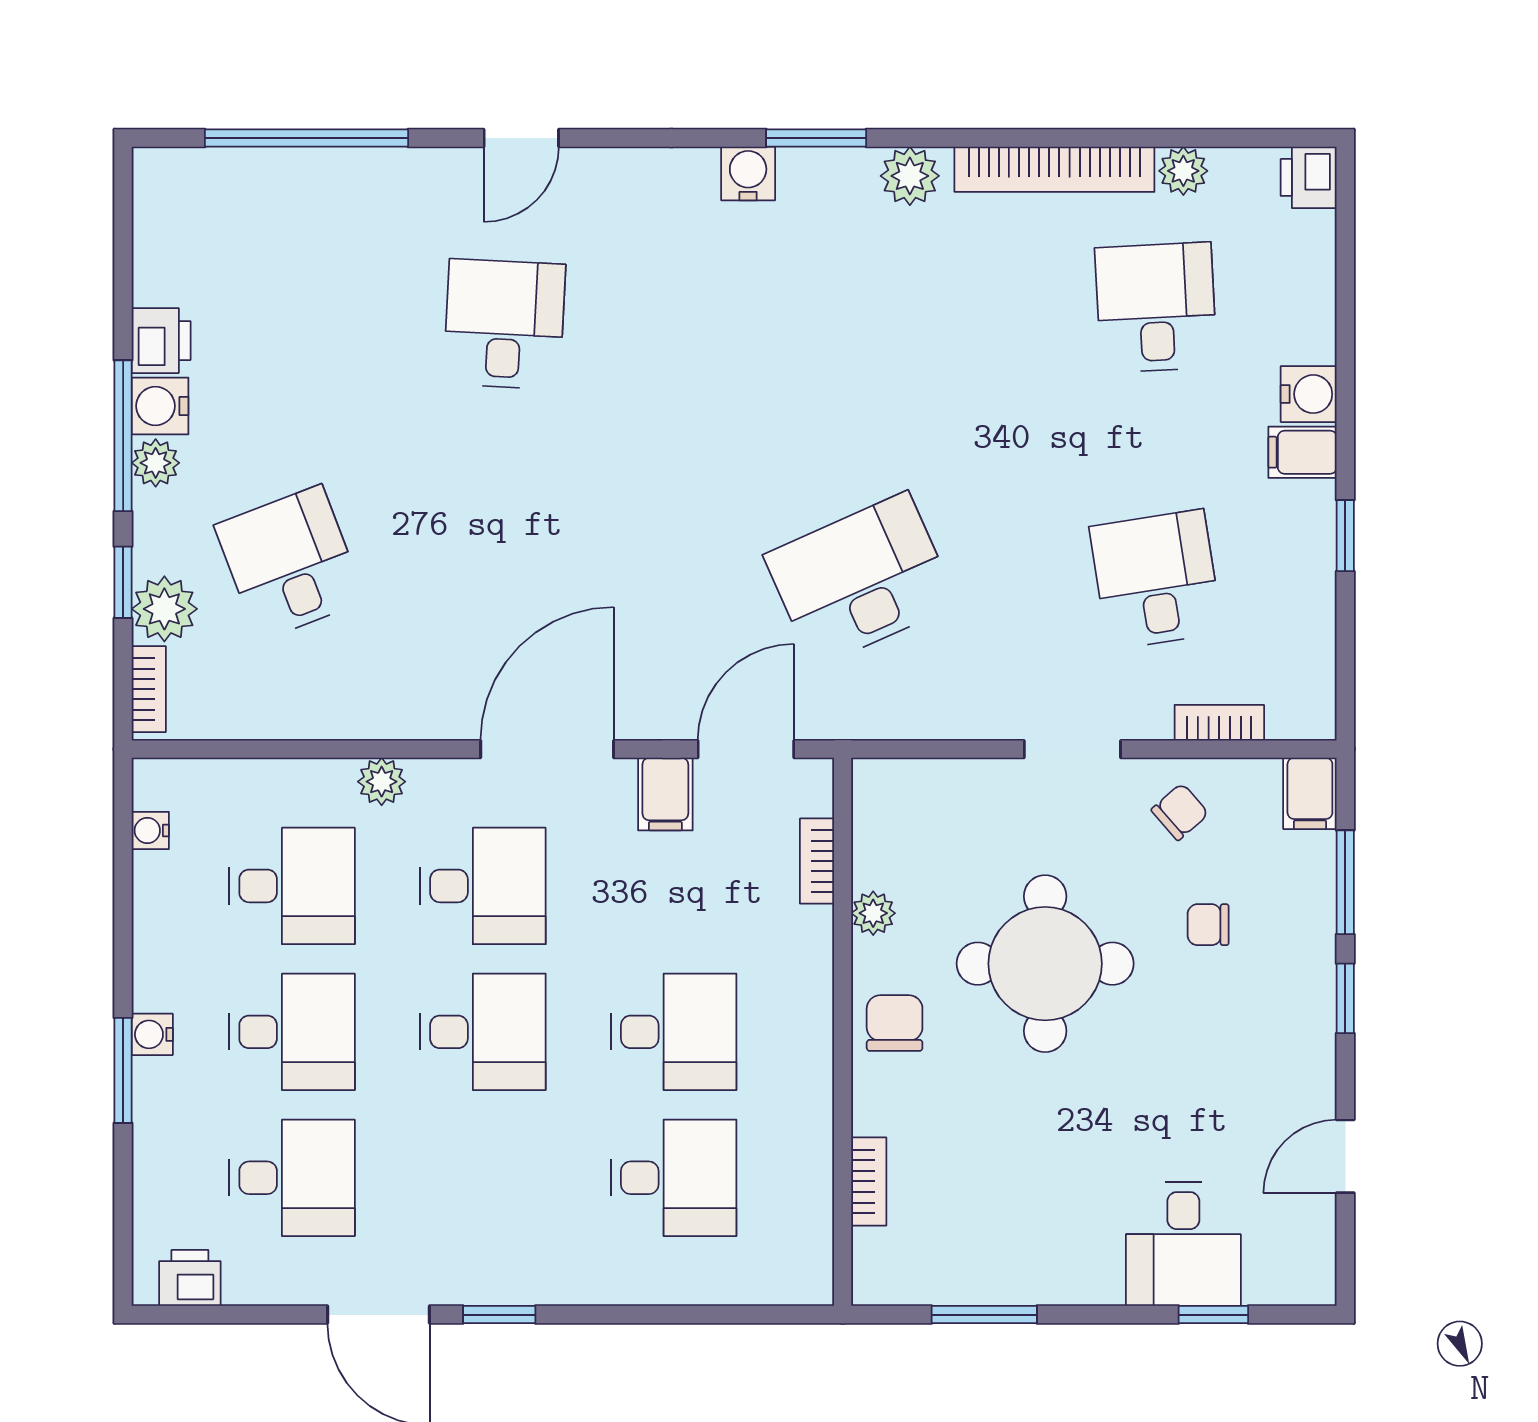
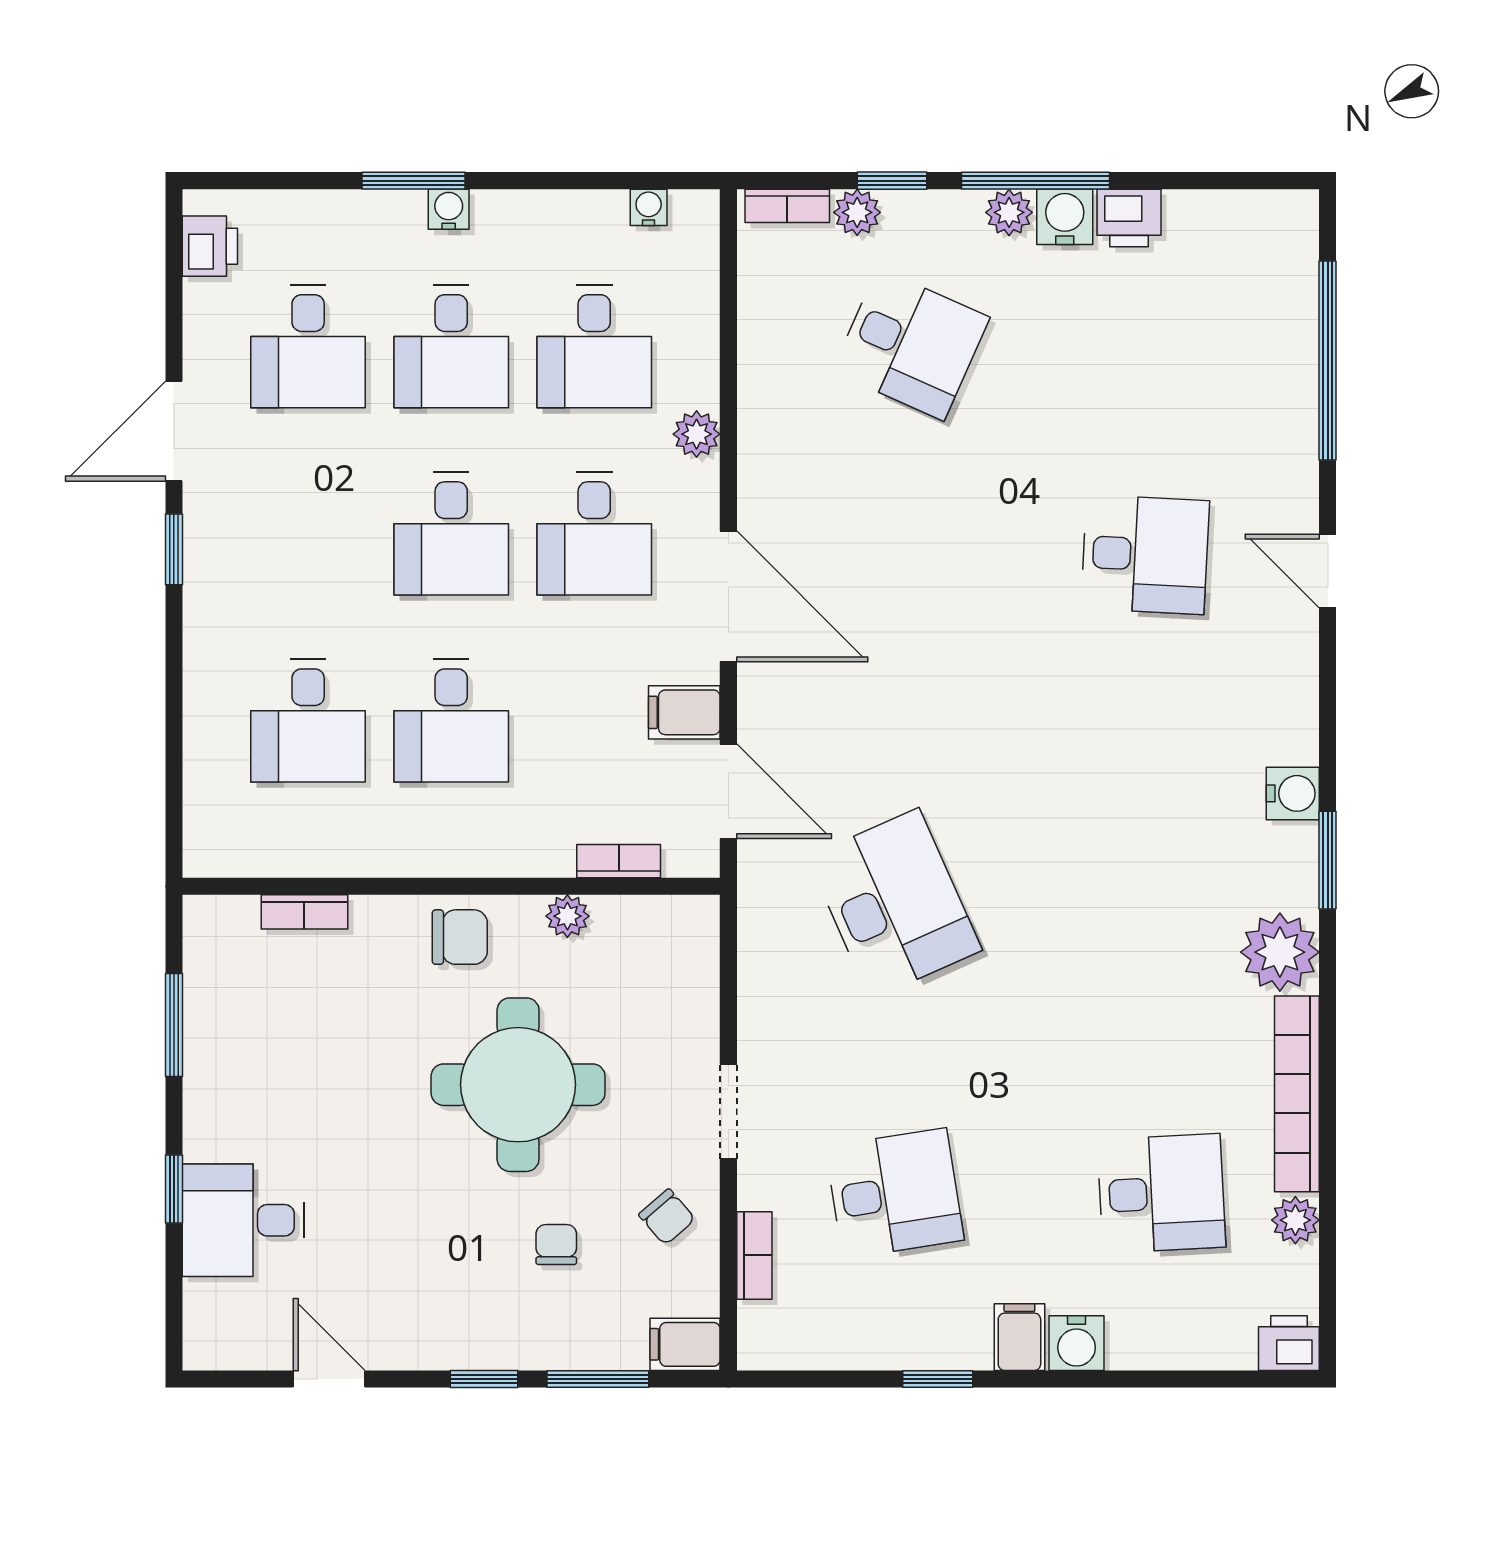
plant: (910, 176) -> (1280, 952), width x1.36, depth x1.36
desk: (290, 563) -> (911, 344), turned 45
plant: (164, 609) -> (857, 212), width x0.73, depth x0.73
window: (1213, 1315) -> (174, 1189), moved

